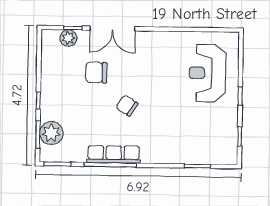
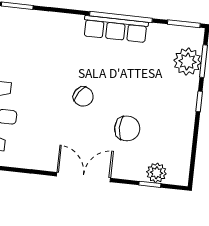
double door: (113, 28) -> (84, 177), moved
chair: (127, 106) -> (83, 97), moved

